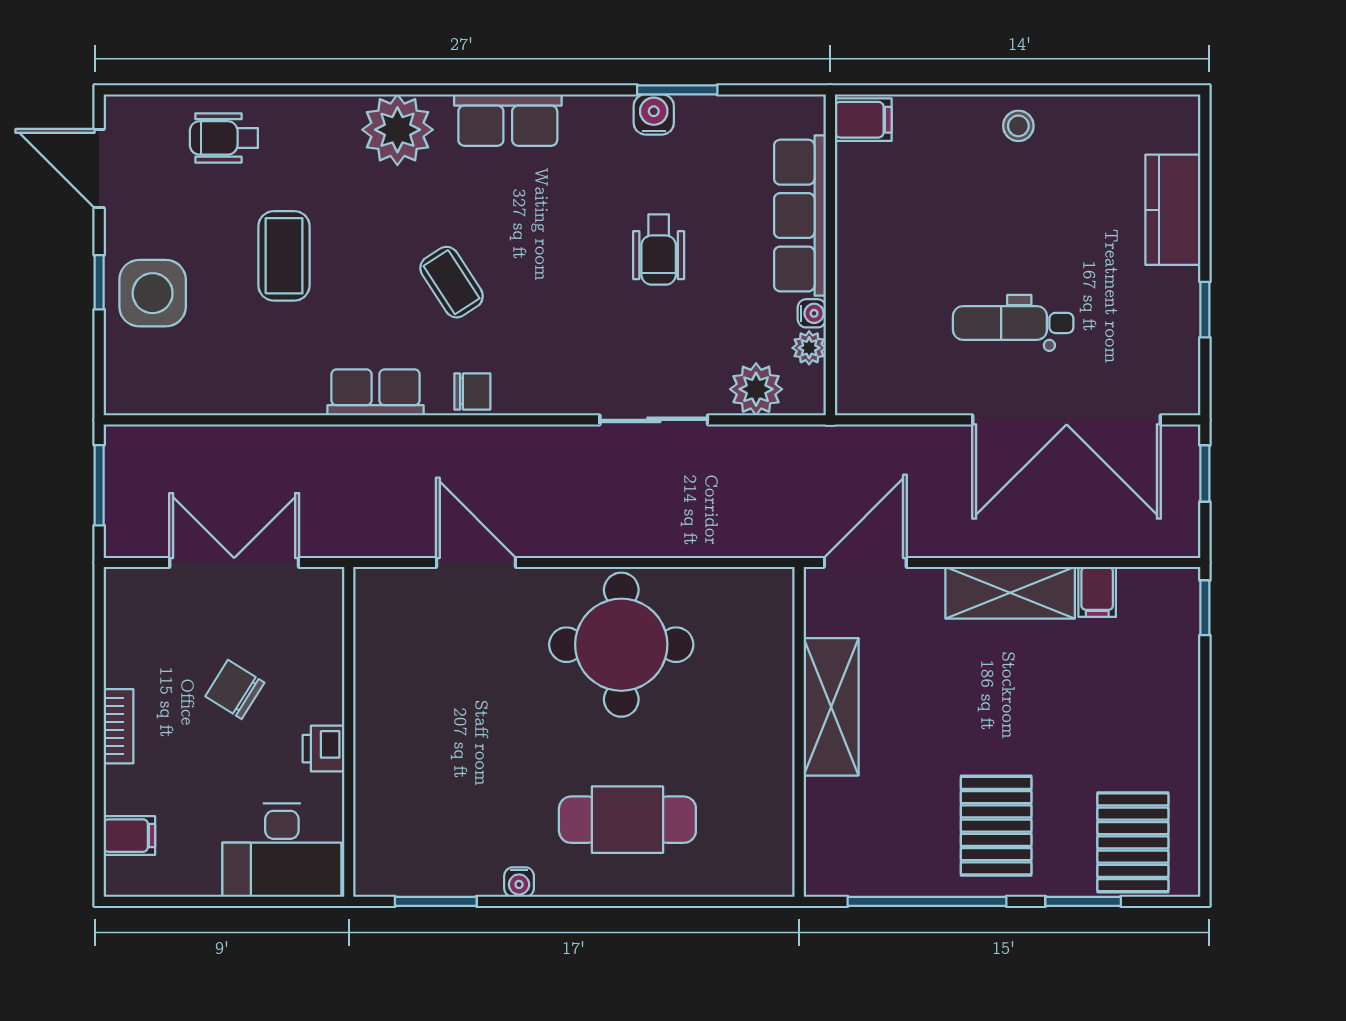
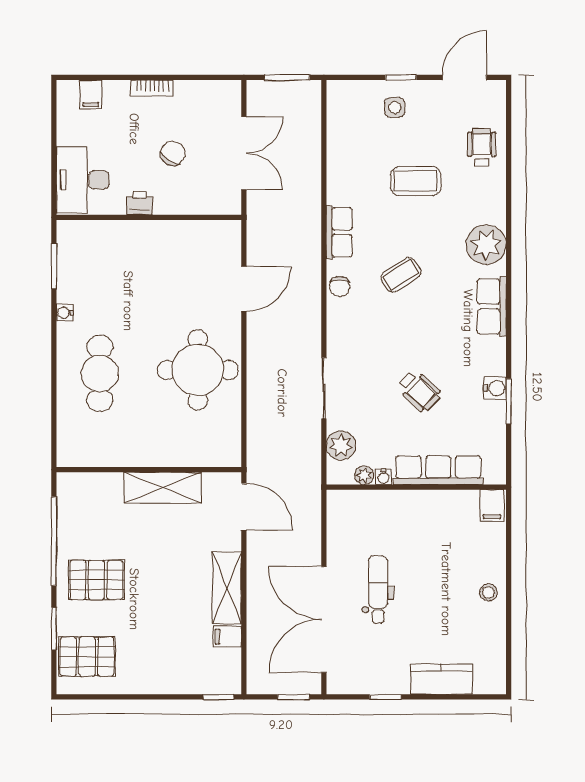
wheelchair: (659, 249) -> (419, 391), turned -137
side table: (153, 293) -> (395, 107), width x0.54, depth x0.54

